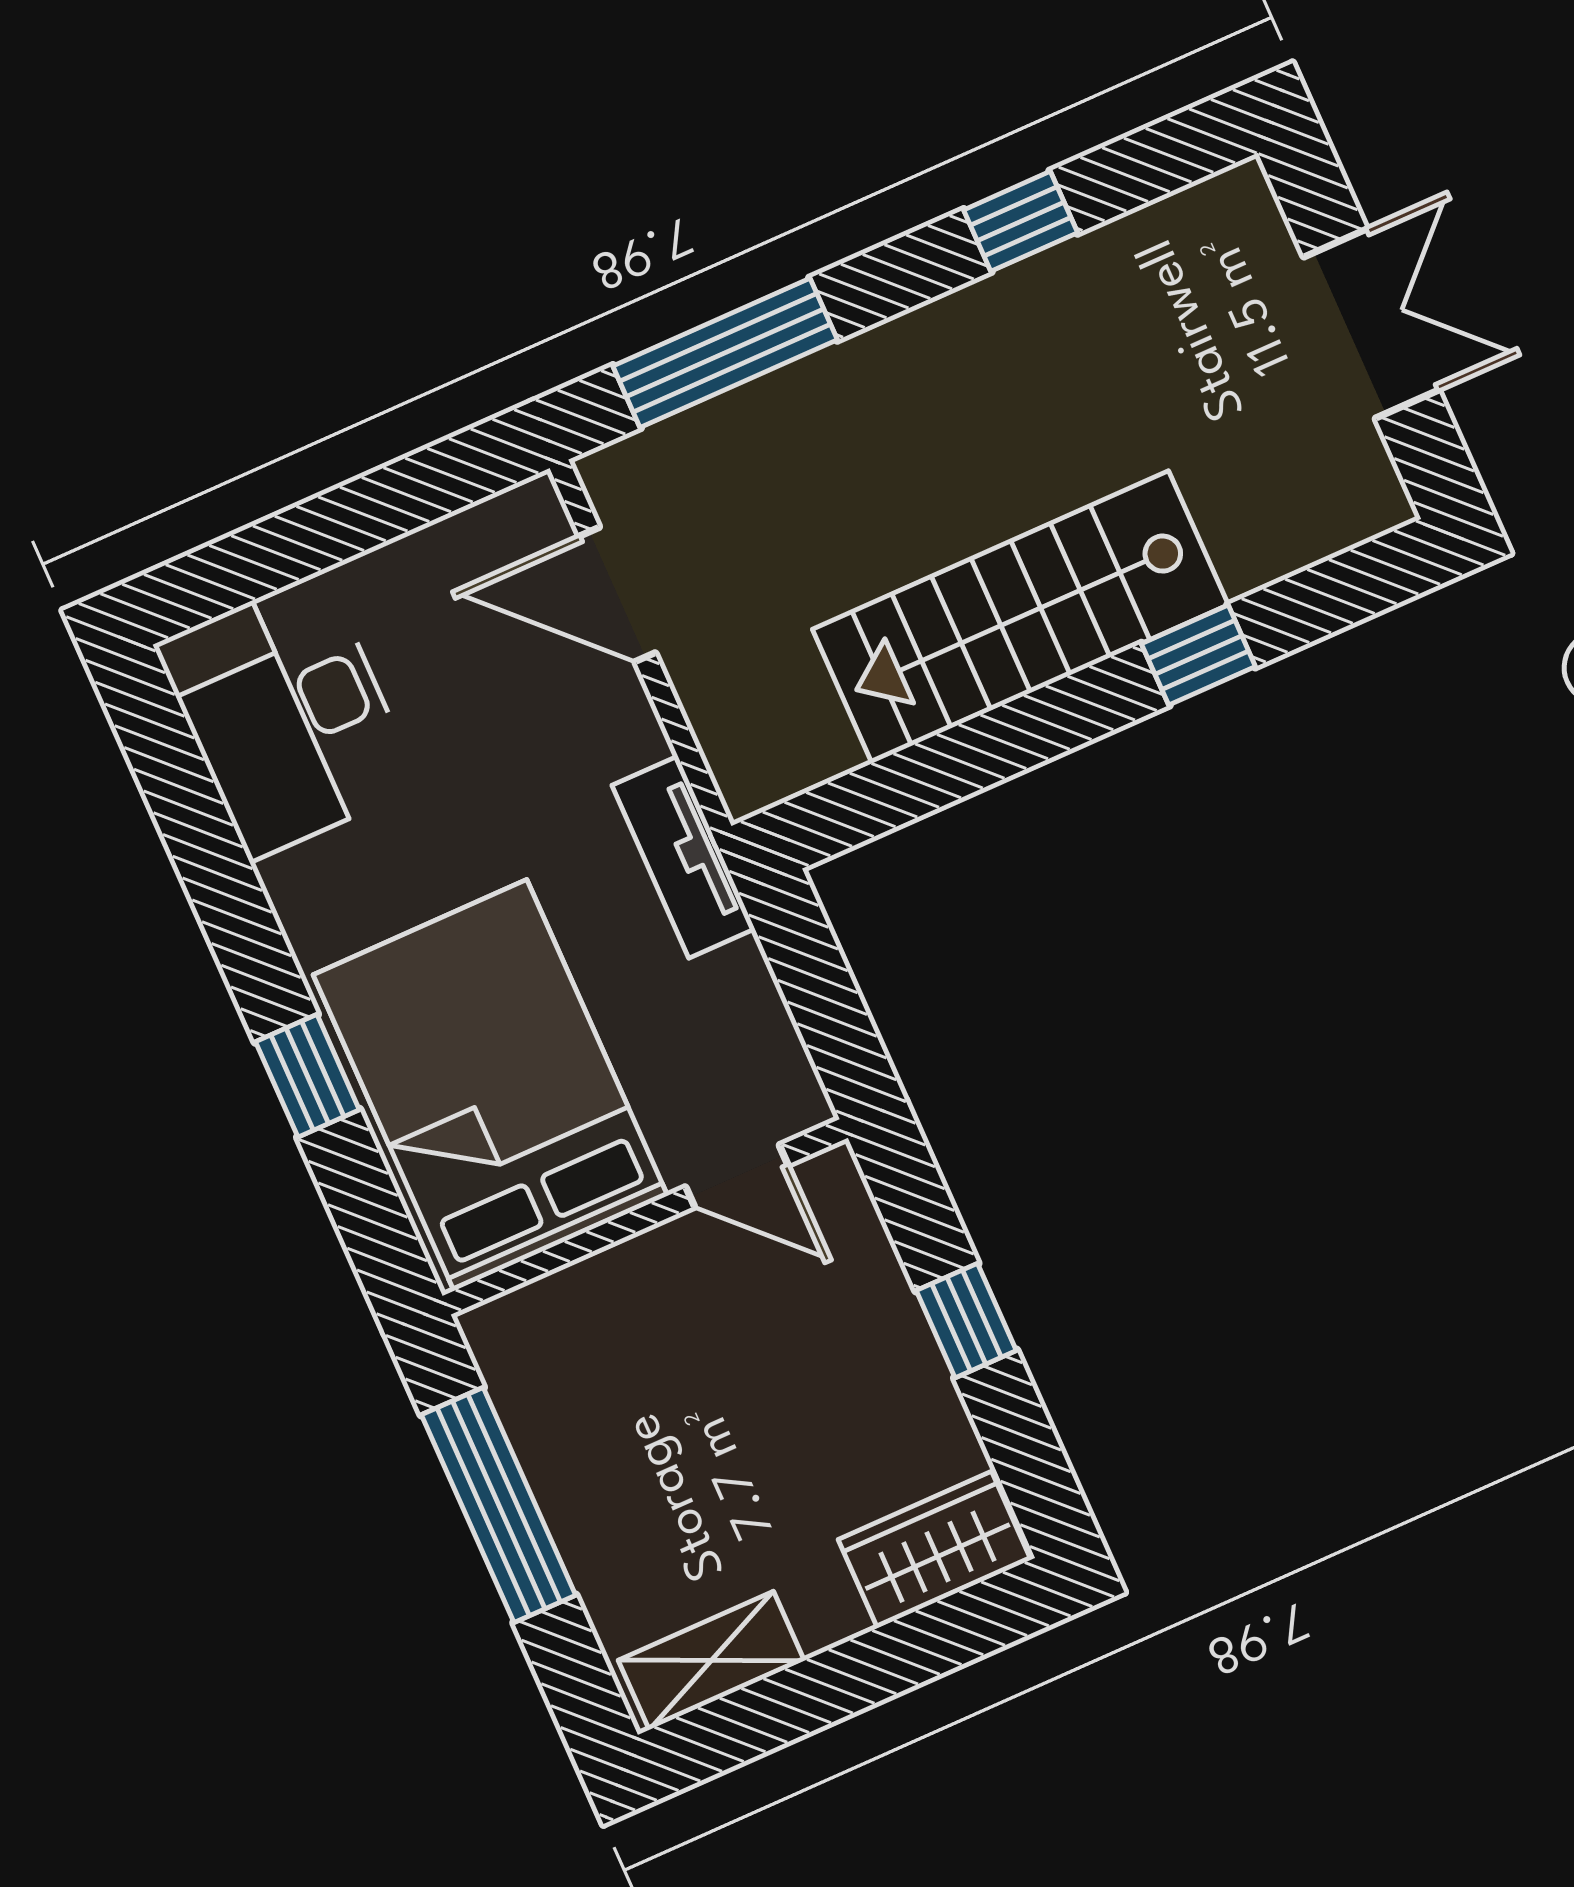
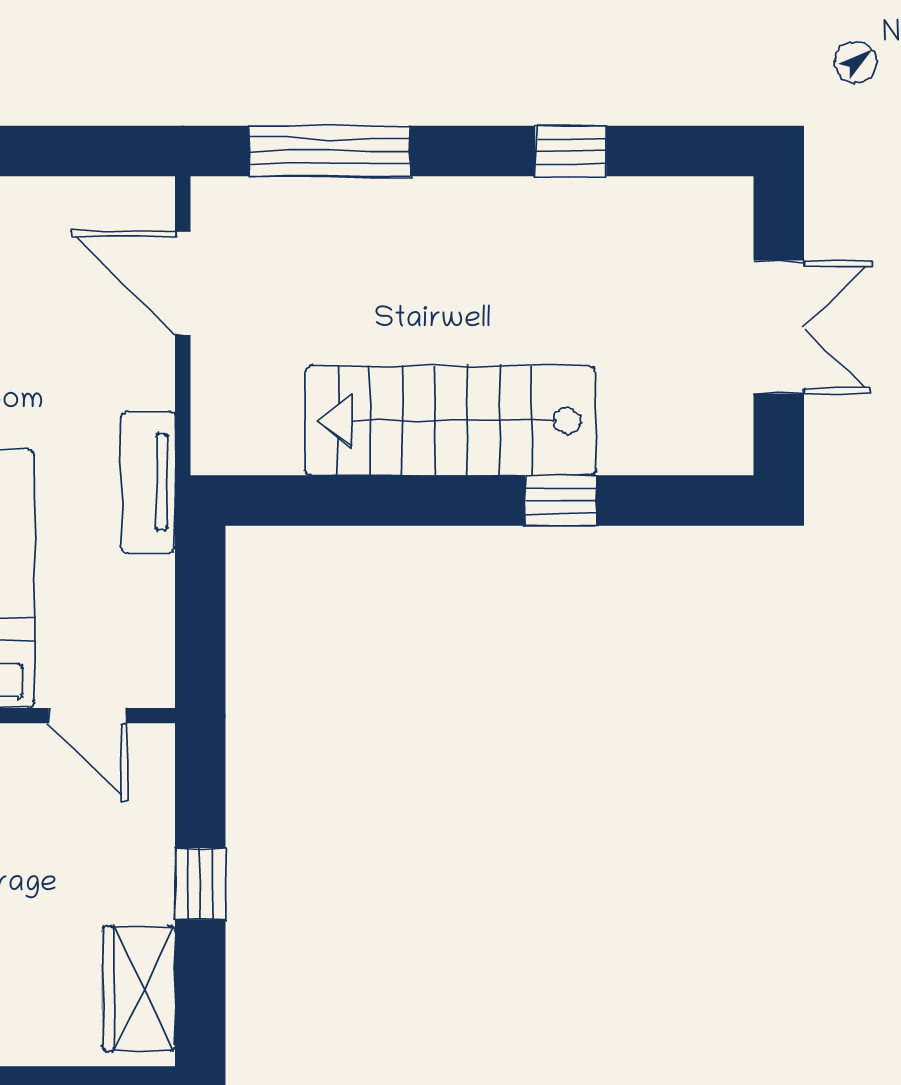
wardrobe: (934, 1550) -> (139, 989), moved, turned -90

